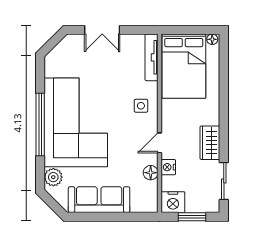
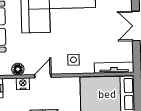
door: (160, 143) -> (43, 76), hinge flipped

